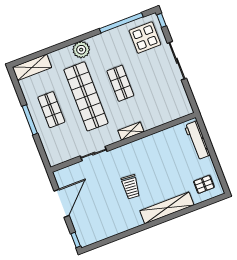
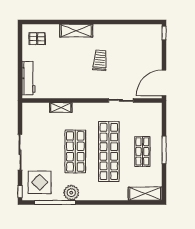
plant: (81, 50) -> (71, 193), moved
shop shelf: (120, 83) -> (75, 151), width x1.43, depth x1.36
shelving: (131, 131) -> (61, 108), moved
door: (62, 203) -> (164, 83), moved
shelving: (167, 208) -> (76, 31), width x0.68

